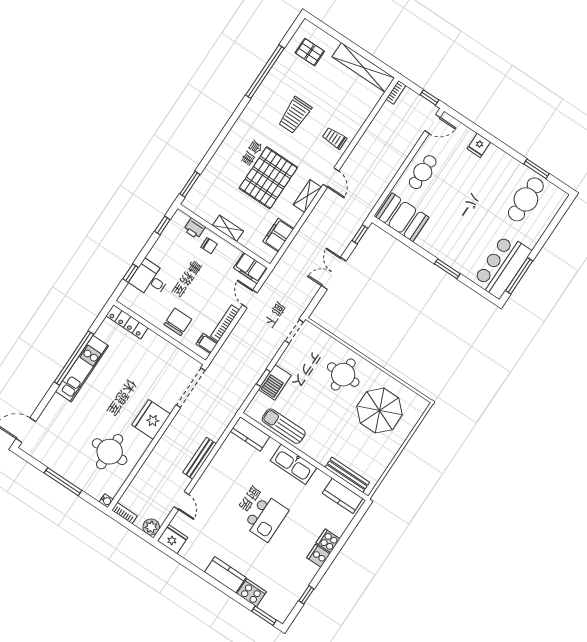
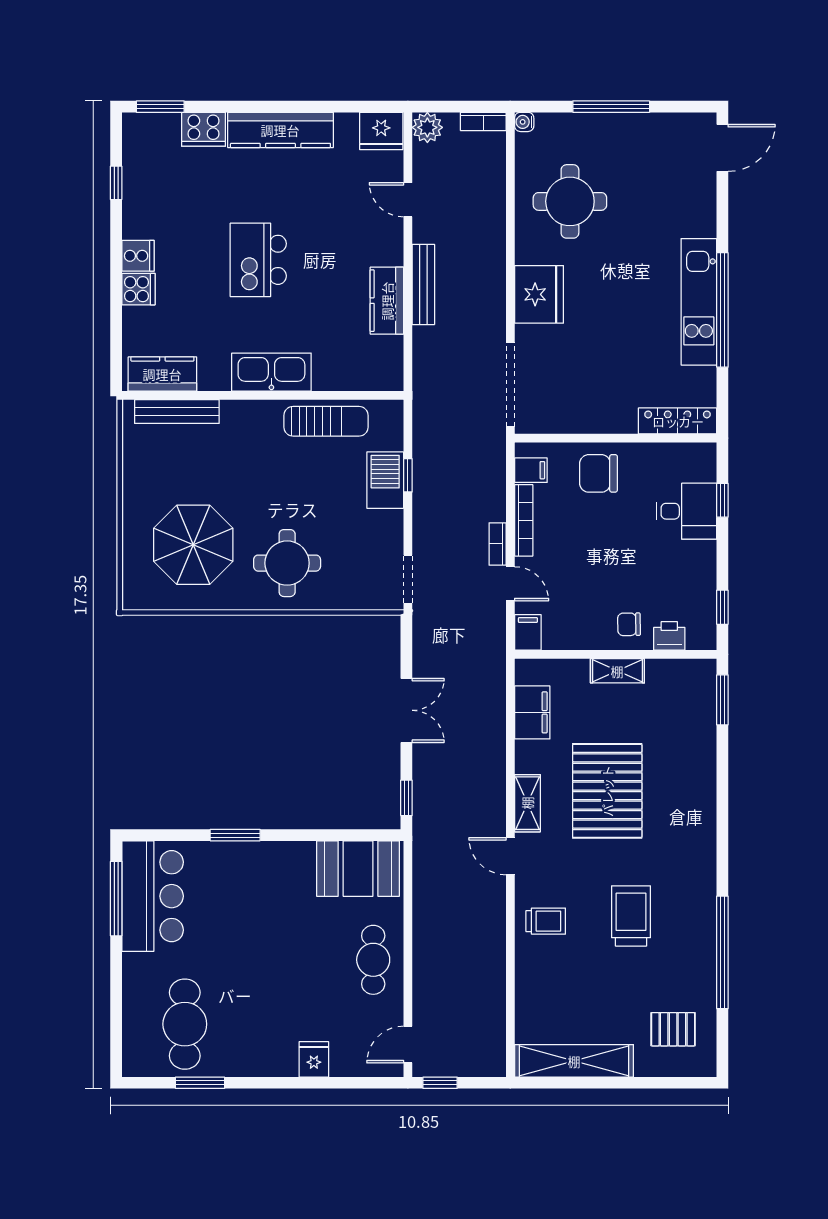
bookcase: (396, 92) -> (498, 544), moved
filing cabinet: (251, 268) -> (528, 632), width x0.50
chair: (178, 322) -> (598, 473), turned 90
kitchen counter: (250, 434) -> (387, 301), moved, turned -90
kitchen counter: (225, 575) -> (280, 130), width x1.50

